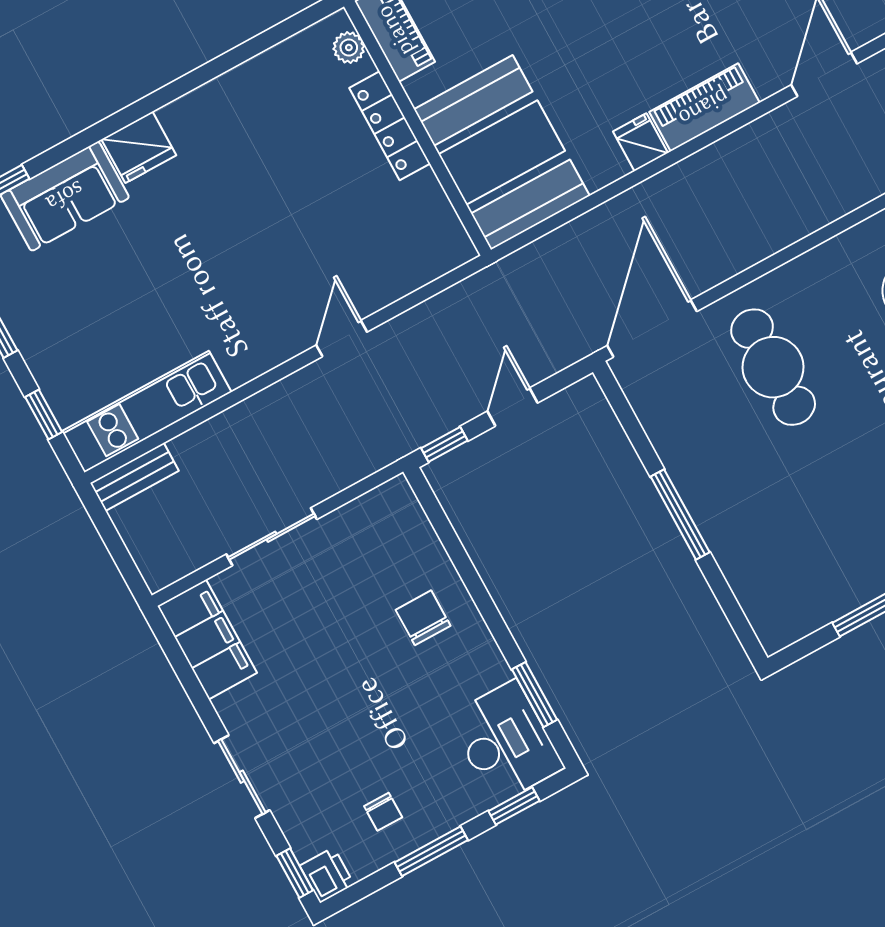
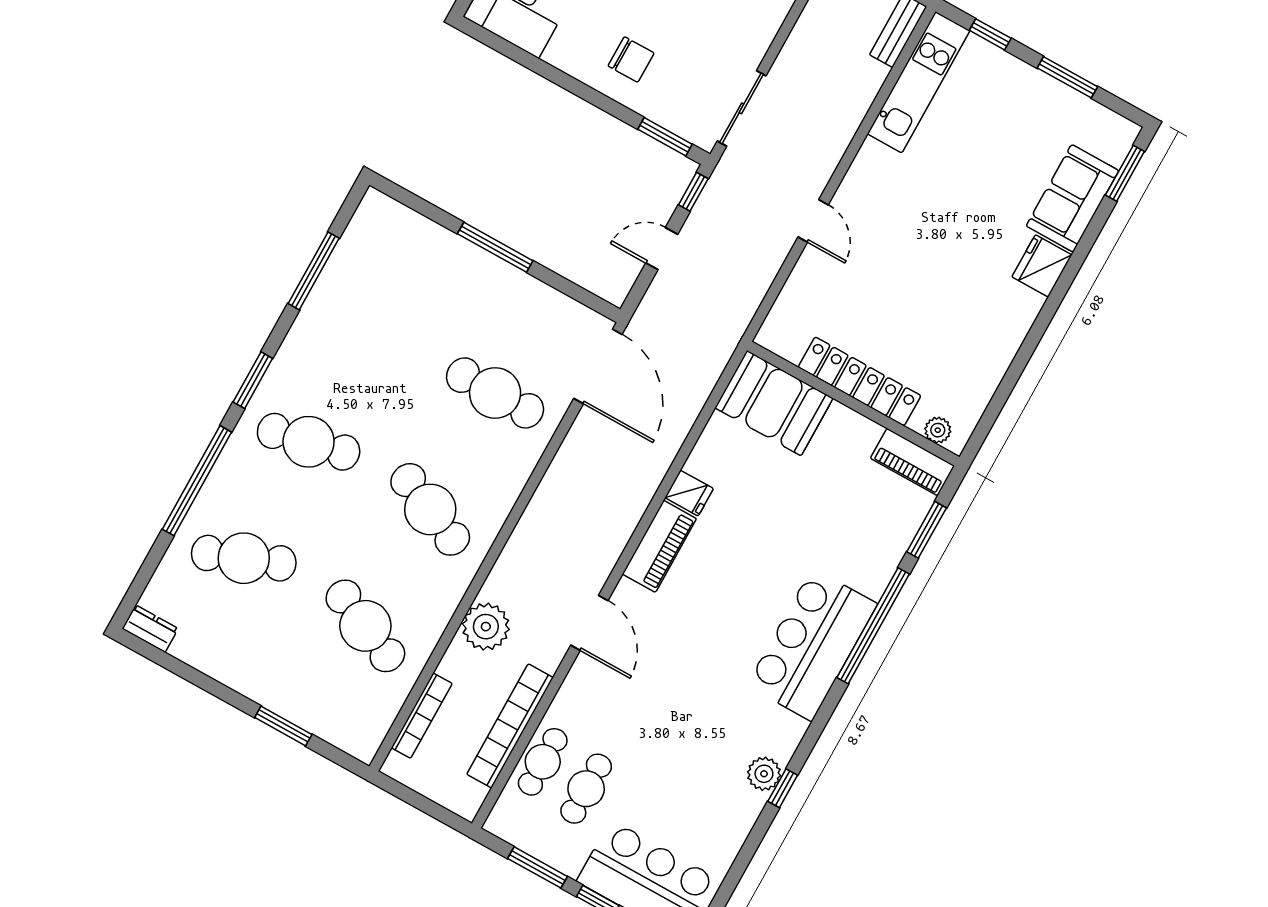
locker: (390, 126) -> (860, 381), width x1.41, depth x1.21
booth: (502, 153) -> (774, 403), width x0.73, depth x0.70
door: (512, 407) -> (662, 249), swing flipped
sliding door: (272, 537) -> (742, 108), moved
window: (534, 695) -> (665, 137), moved

